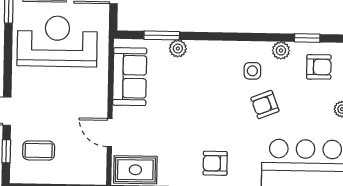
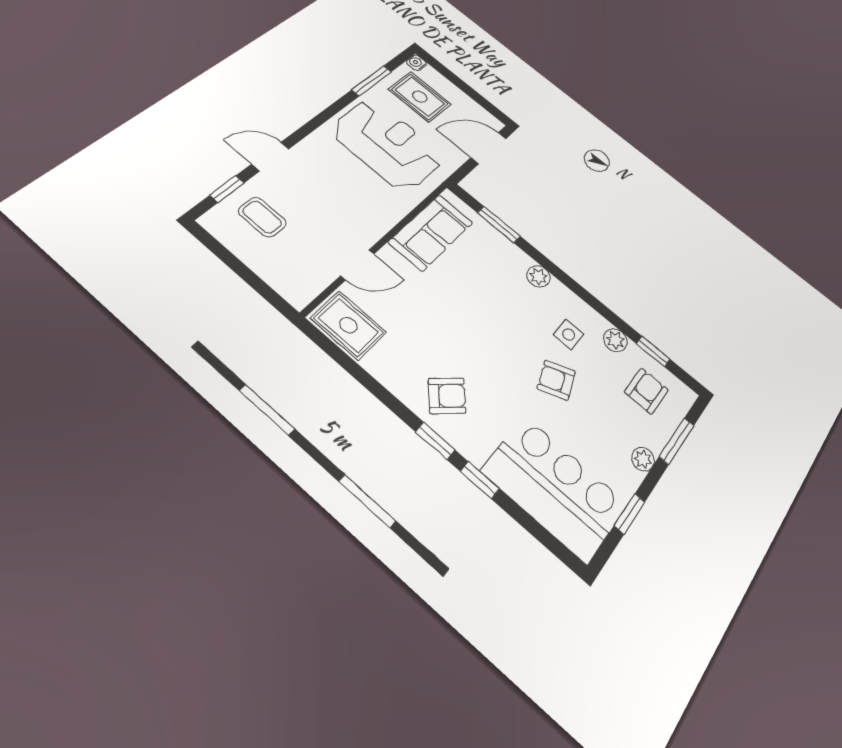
plant: (178, 49) -> (538, 276), moved
armchair: (319, 67) -> (646, 391), turned -90
door: (110, 133) -> (357, 265), swing flipped
armchair: (215, 163) -> (447, 396), turned 137

